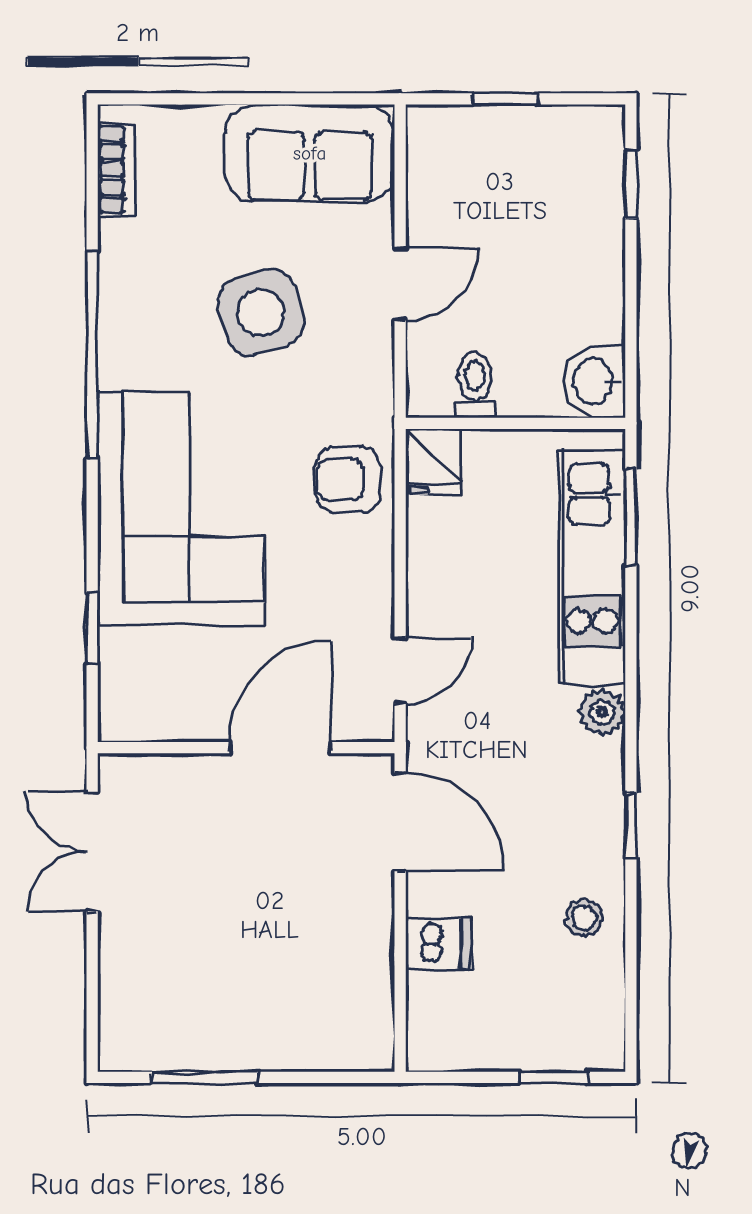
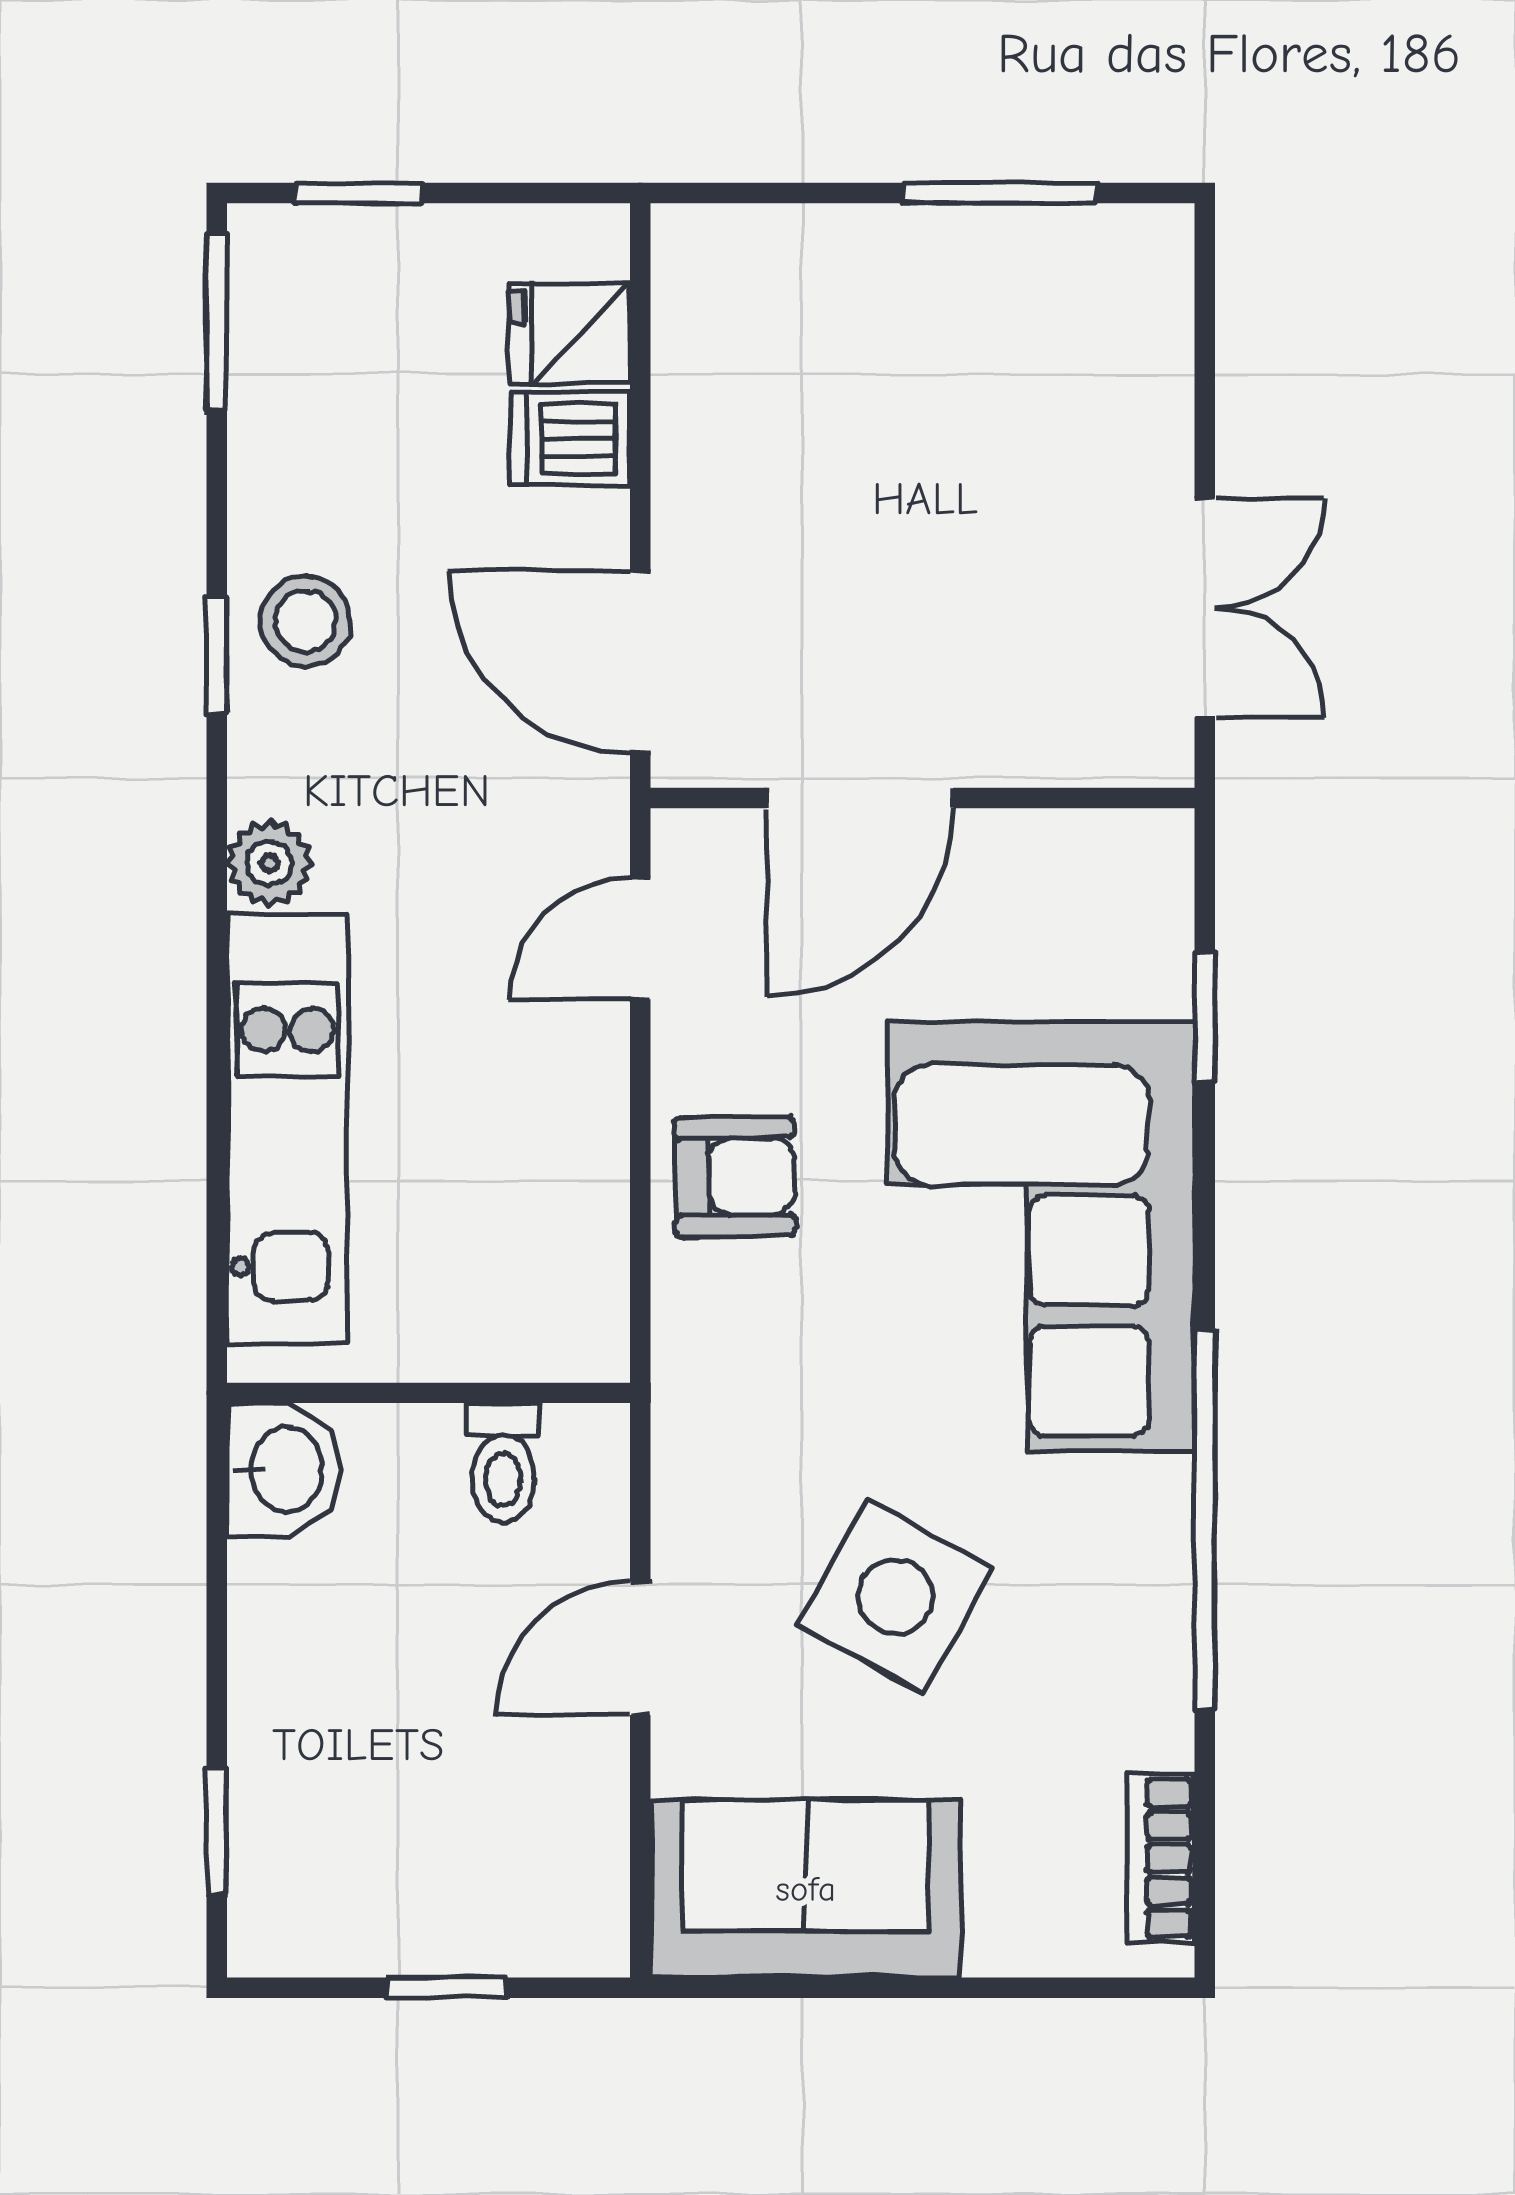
side table: (261, 312) -> (895, 1597), turned 45
fridge: (433, 462) -> (570, 333), moved, turned -90
armchair: (348, 479) -> (735, 1177), moved
window: (631, 517) -> (217, 322), moved
stool: (584, 918) -> (306, 621), moved, width x1.37, depth x1.37

